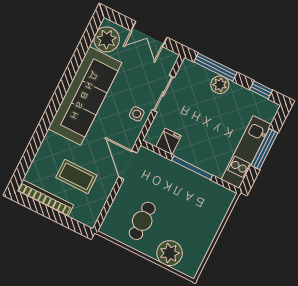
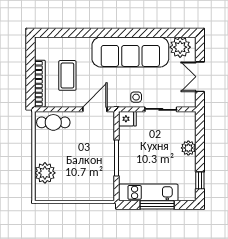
window: (216, 67) -> (200, 138), removed
fridge: (168, 141) -> (127, 119), moved
bookcase: (45, 198) -> (40, 84), moved
cafe table: (142, 221) -> (53, 122), moved

